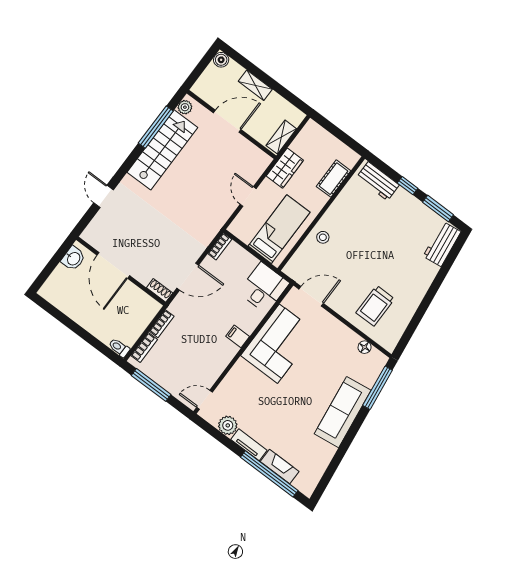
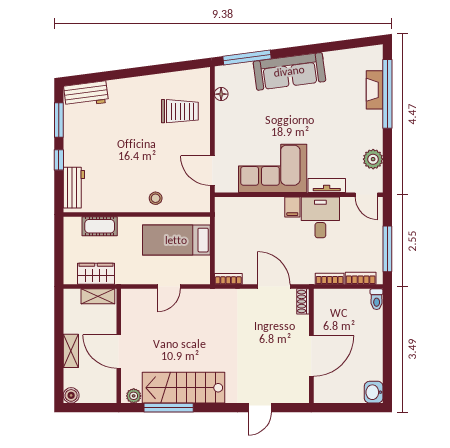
wardrobe: (285, 168) -> (96, 274), moved
washbasin: (73, 258) -> (374, 392), moved, turned -90
desk: (264, 288) -> (320, 217), moved, turned 90
tv unit: (249, 445) -> (327, 186), moved, turned 90

